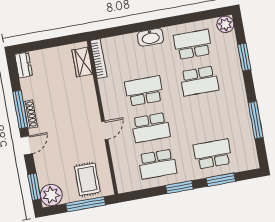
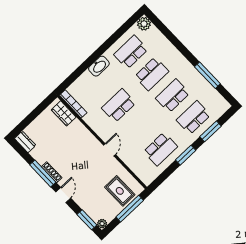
window: (244, 57) -> (172, 38), removed
school desk: (151, 128) -> (173, 96), moved, turned 180
plant: (51, 195) -> (102, 224), width x0.53, depth x0.53

